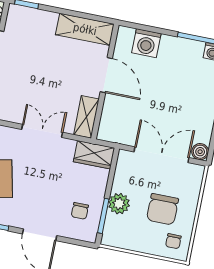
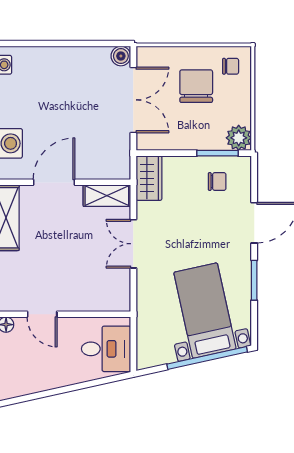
double door: (162, 155) -> (133, 100), swing flipped
plant: (119, 204) -> (239, 138), moved
chair: (163, 209) -> (196, 86), turned -90

